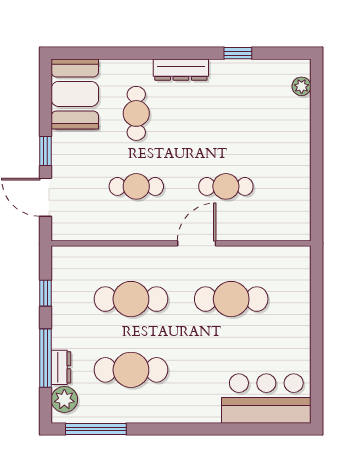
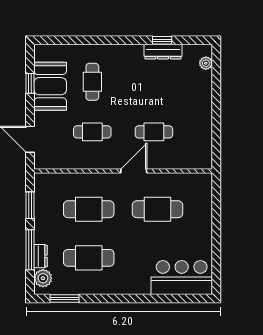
dresser: (181, 70) -> (163, 52), moved
booth: (75, 94) -> (50, 86), moved
window: (46, 151) -> (30, 83), moved
window: (46, 293) -> (30, 205), width x1.50
window: (96, 429) -> (65, 298), width x0.69

